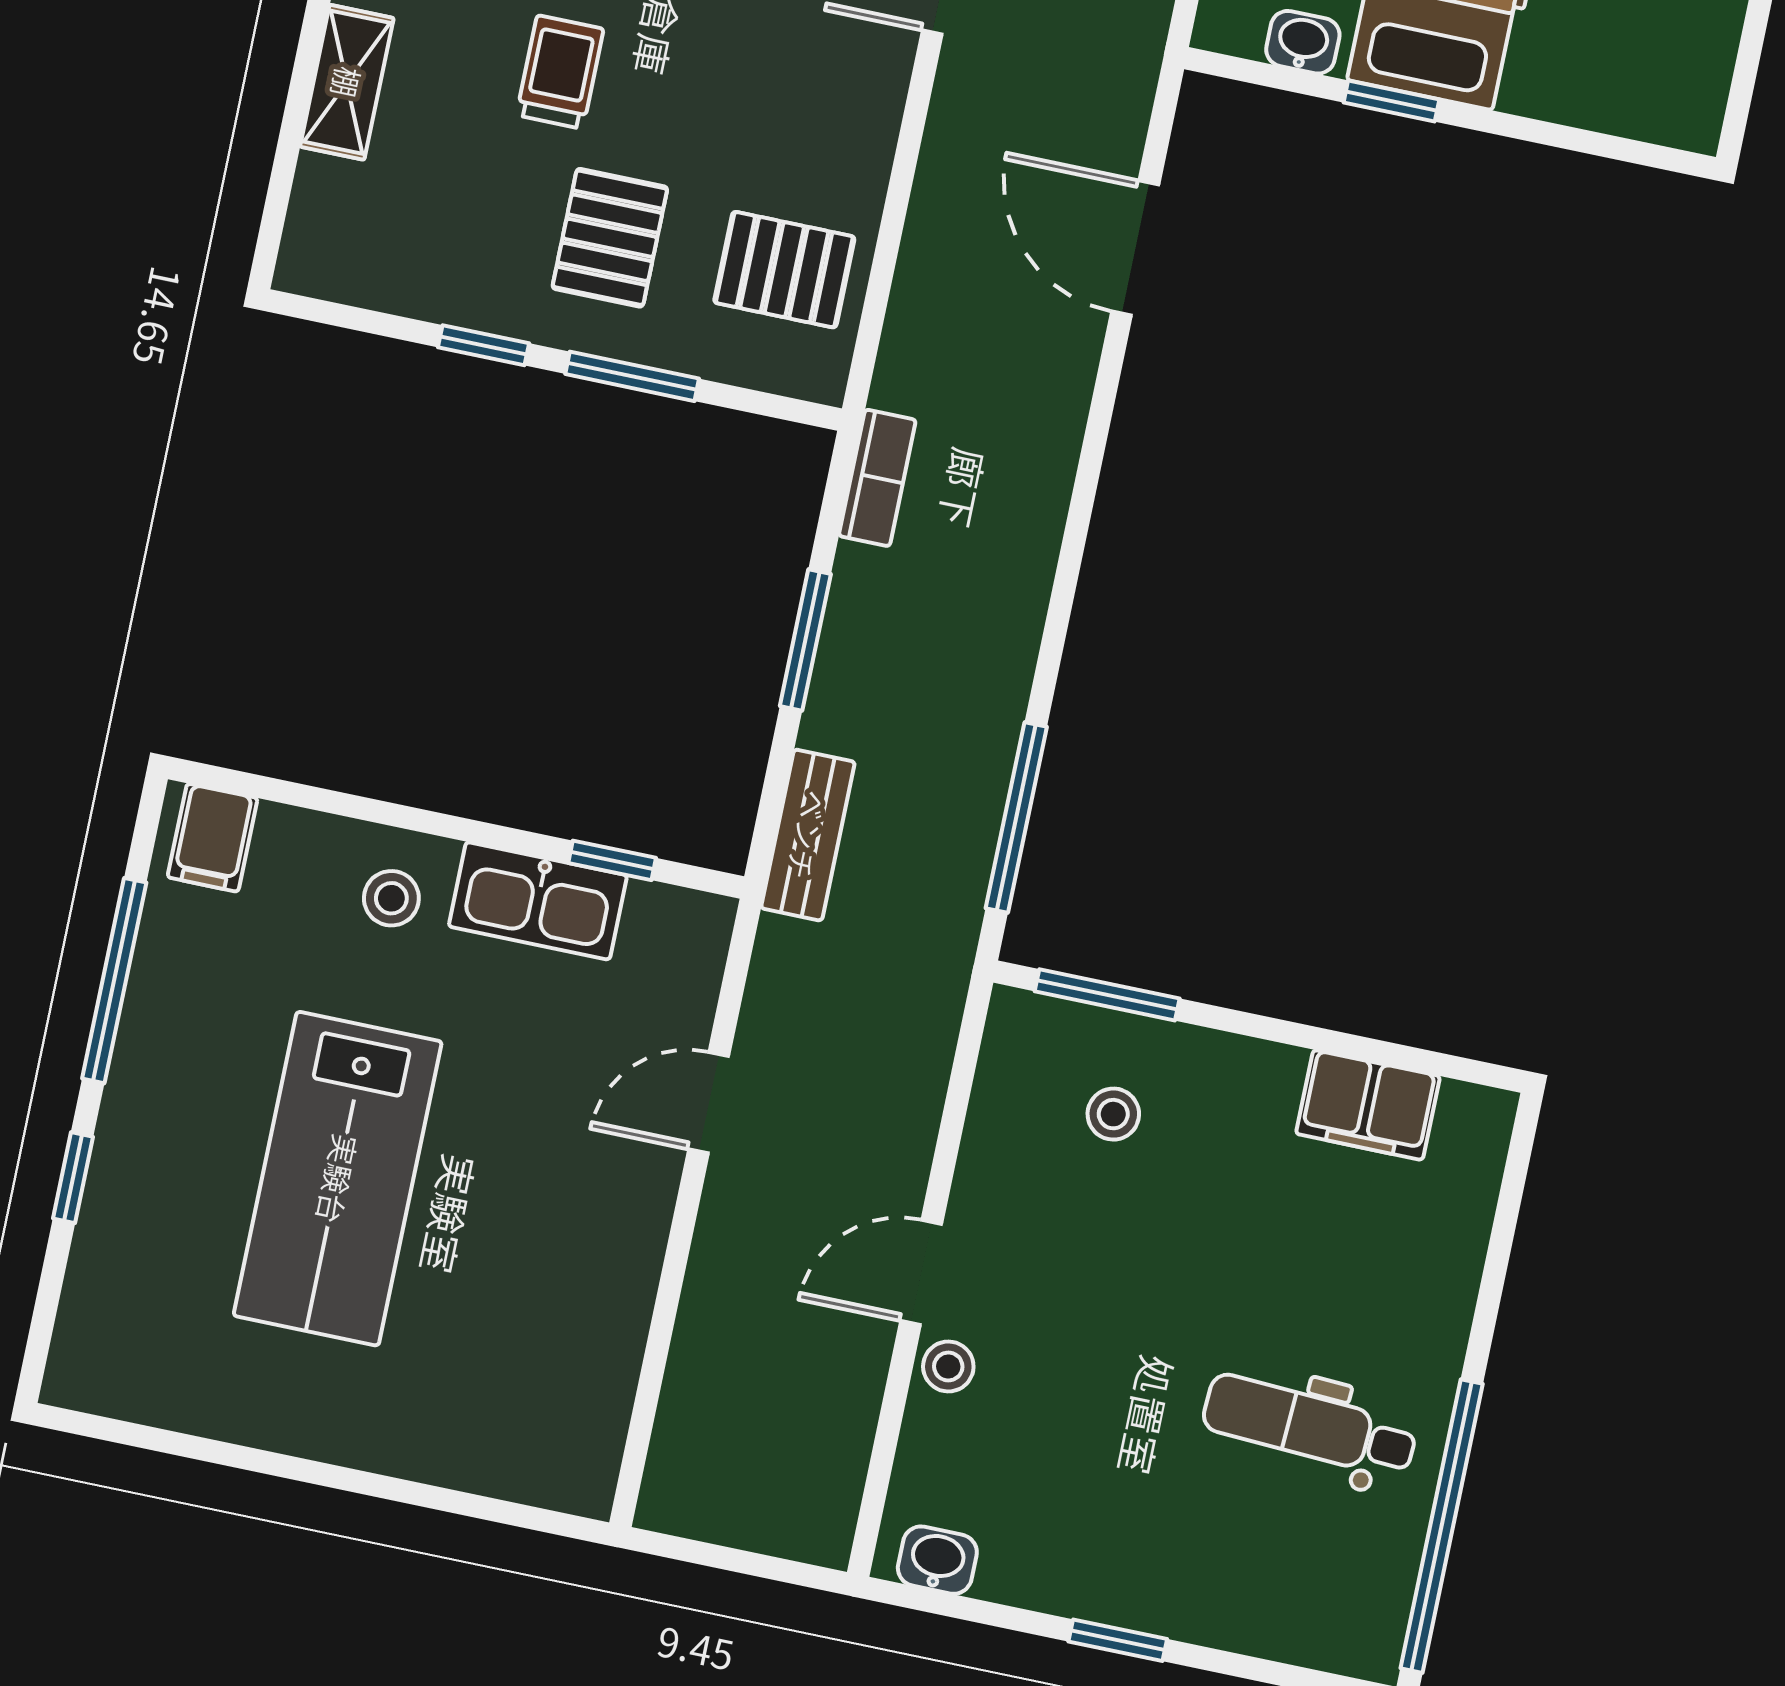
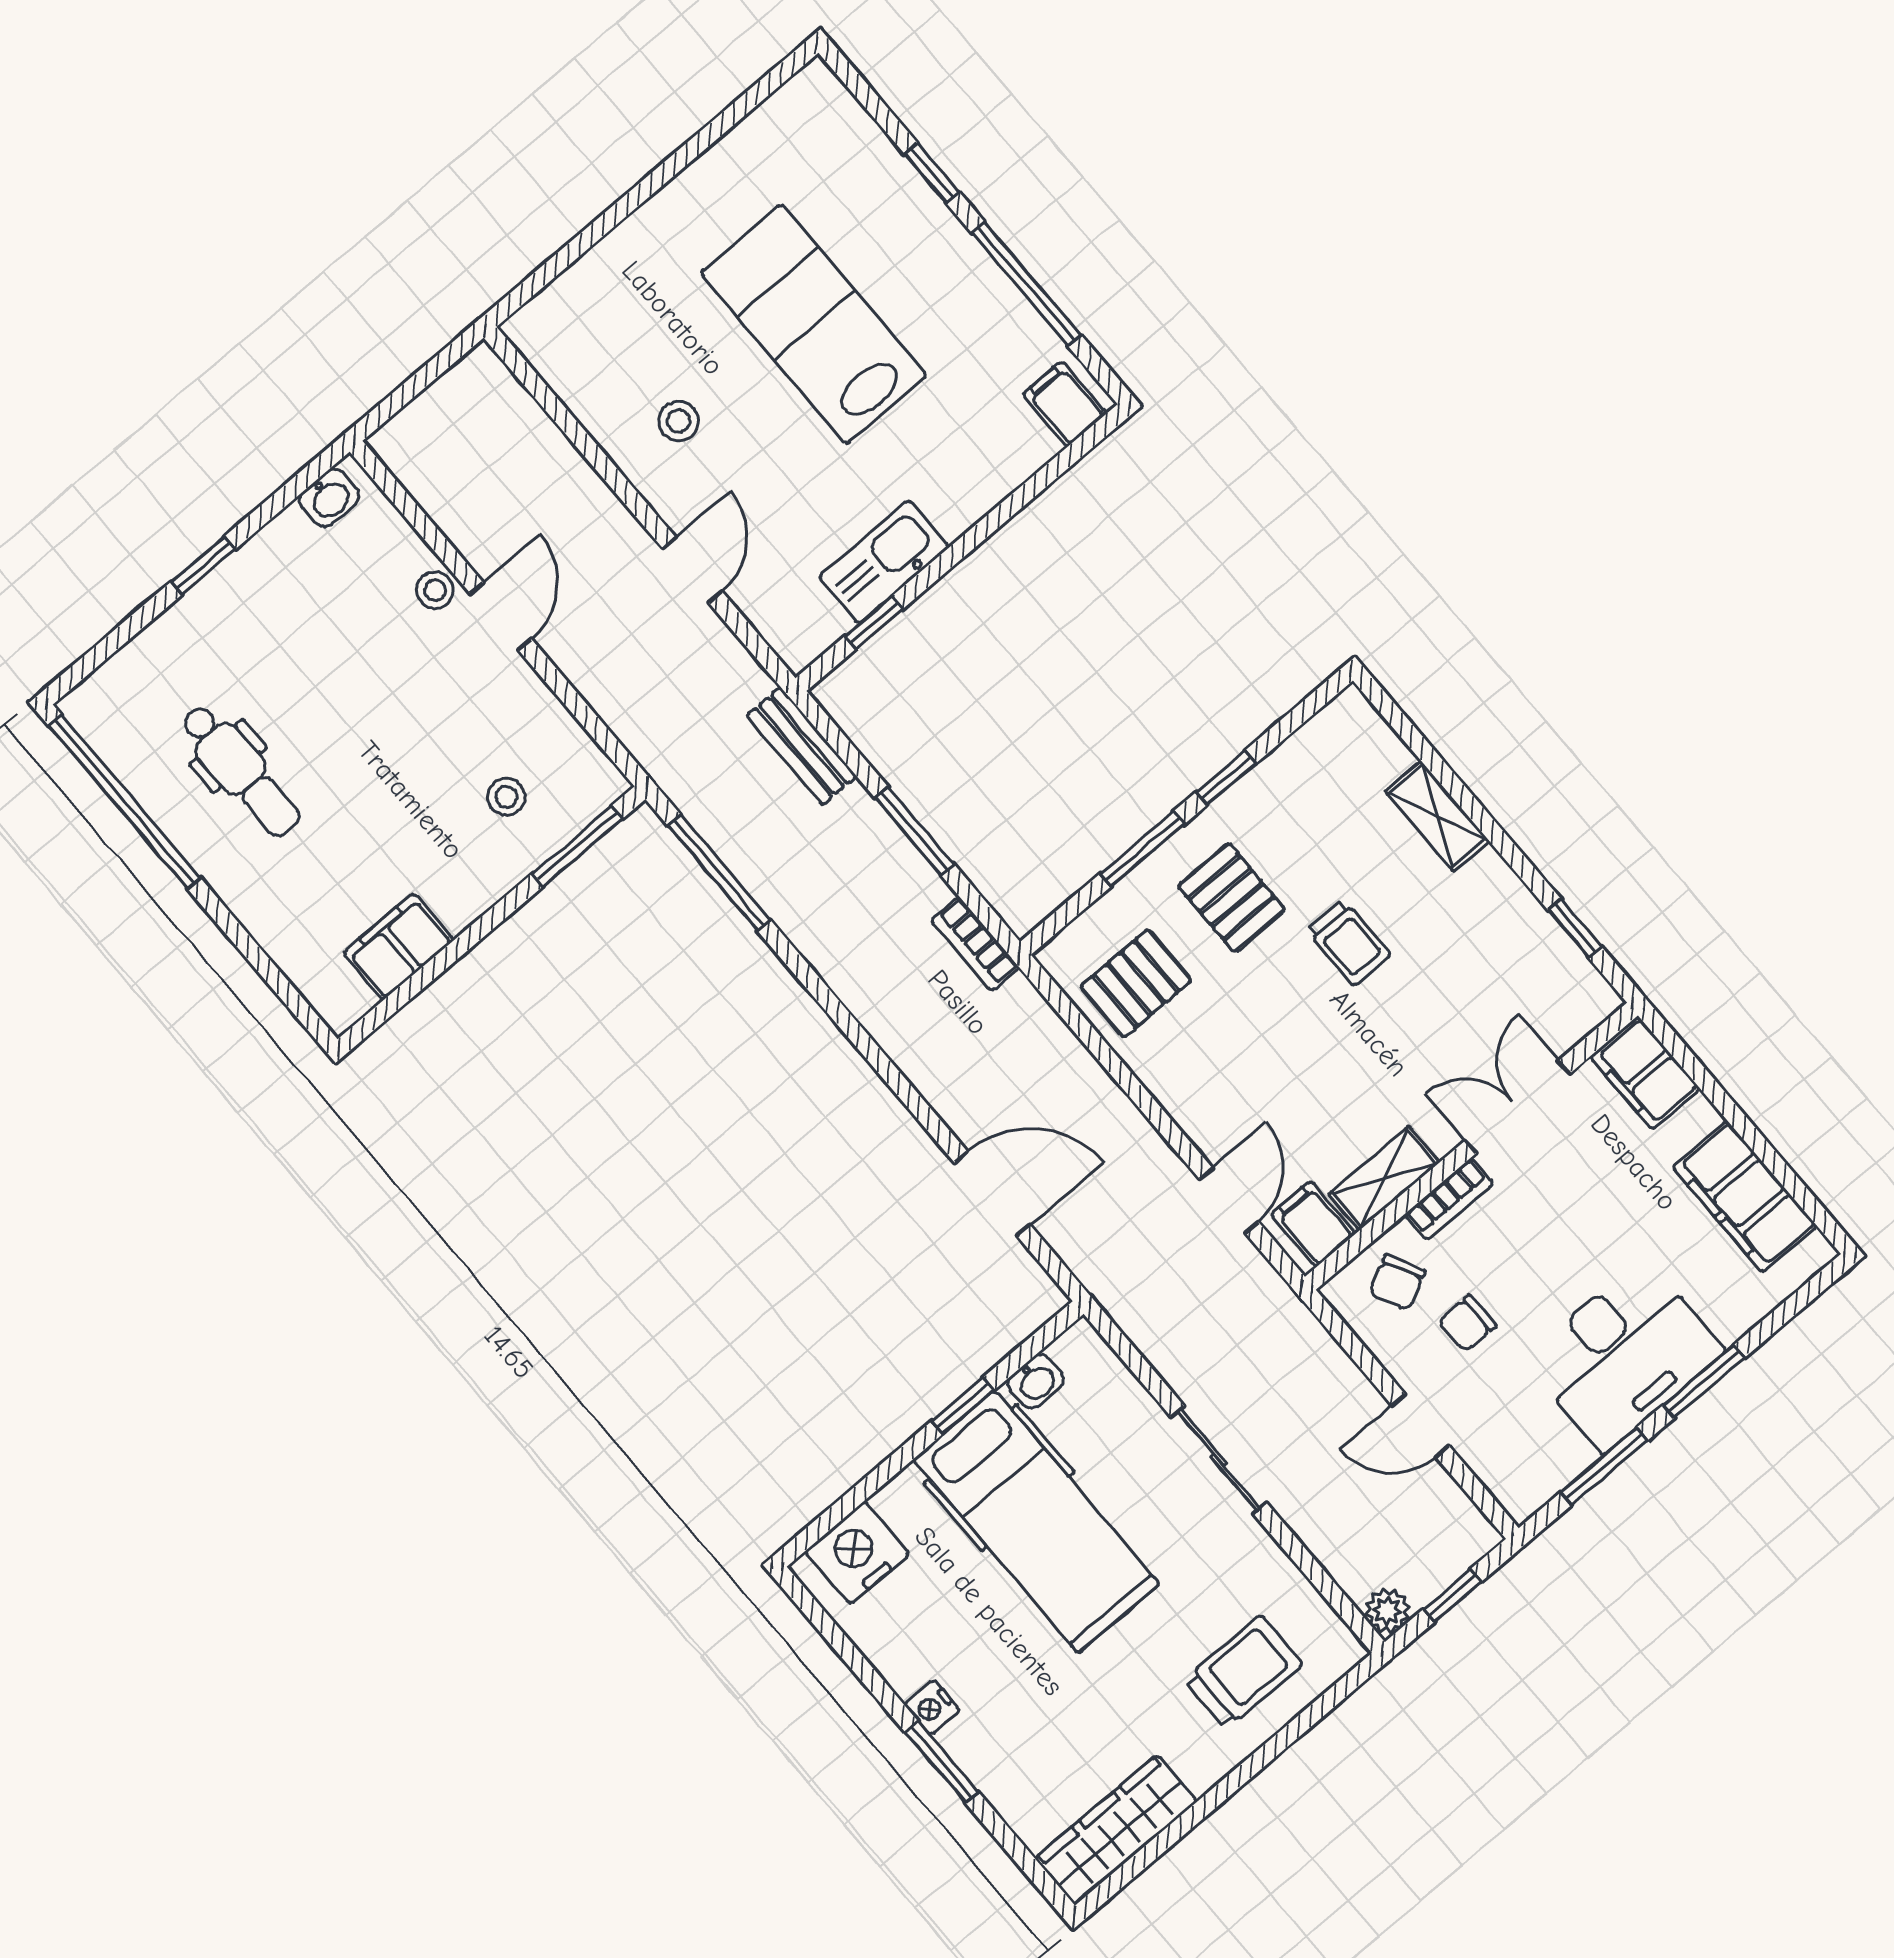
nightstand: (1641, 92) -> (857, 1553), added
stool: (391, 898) -> (678, 421), moved
dental chair: (1310, 1426) -> (240, 771), turned 87

